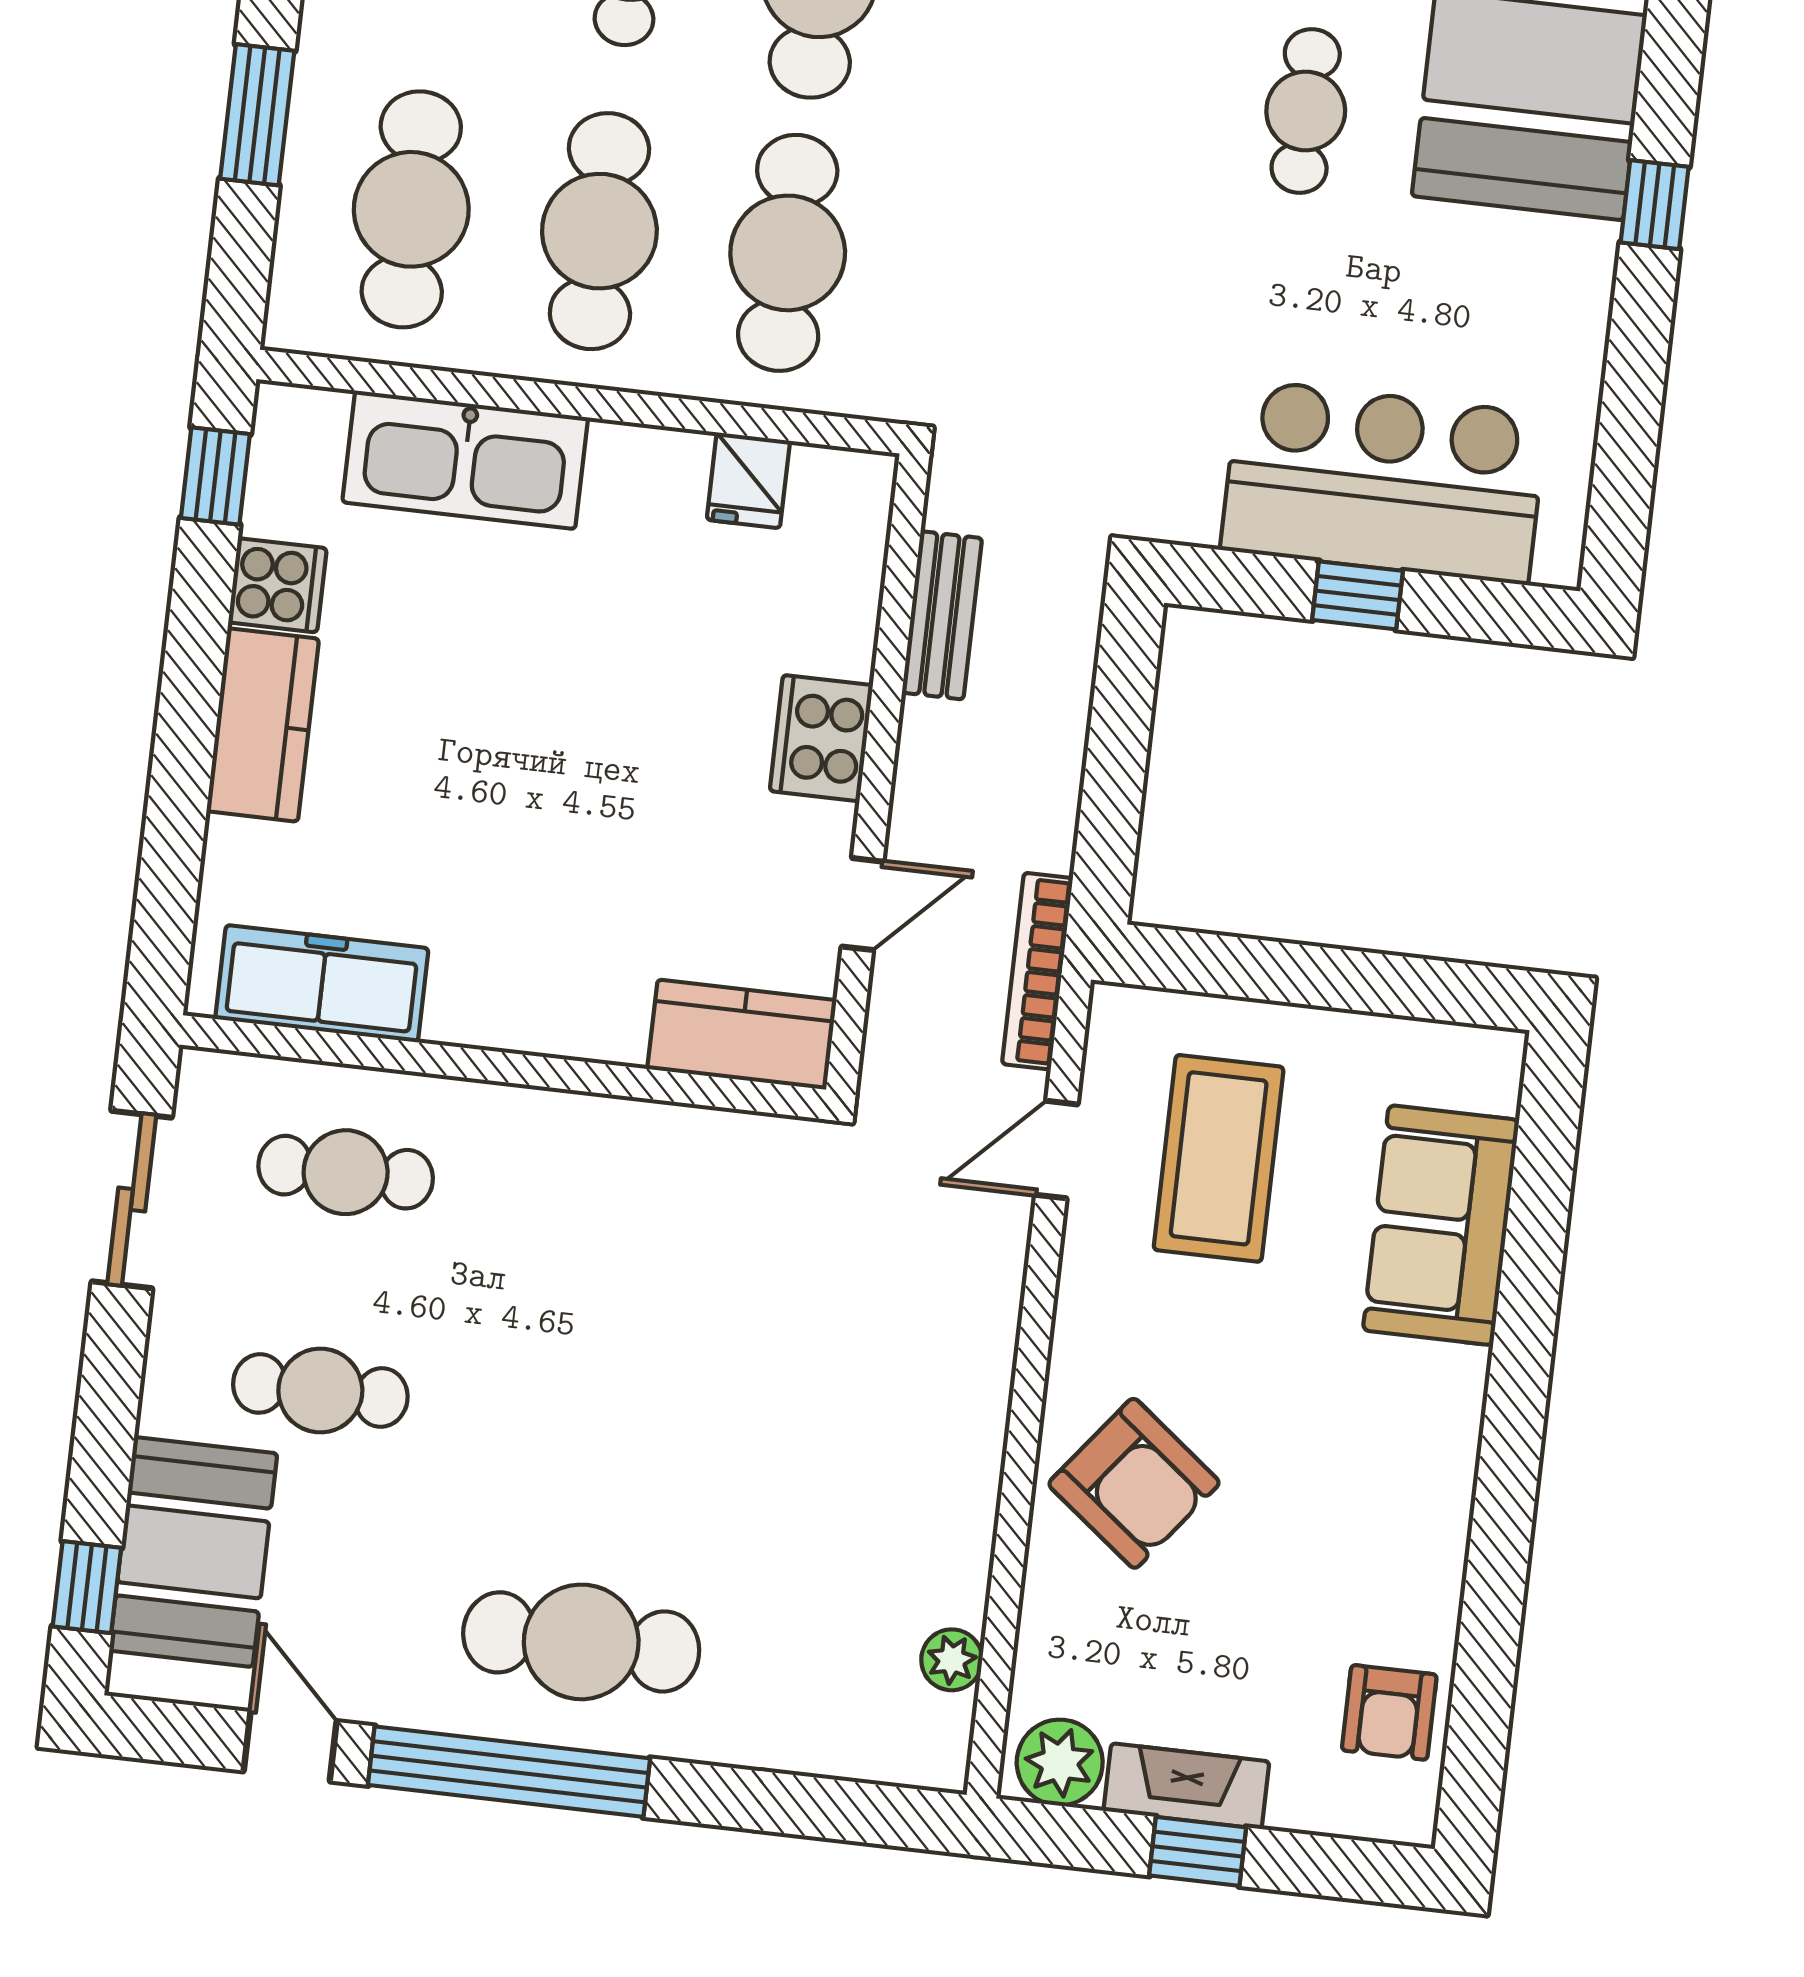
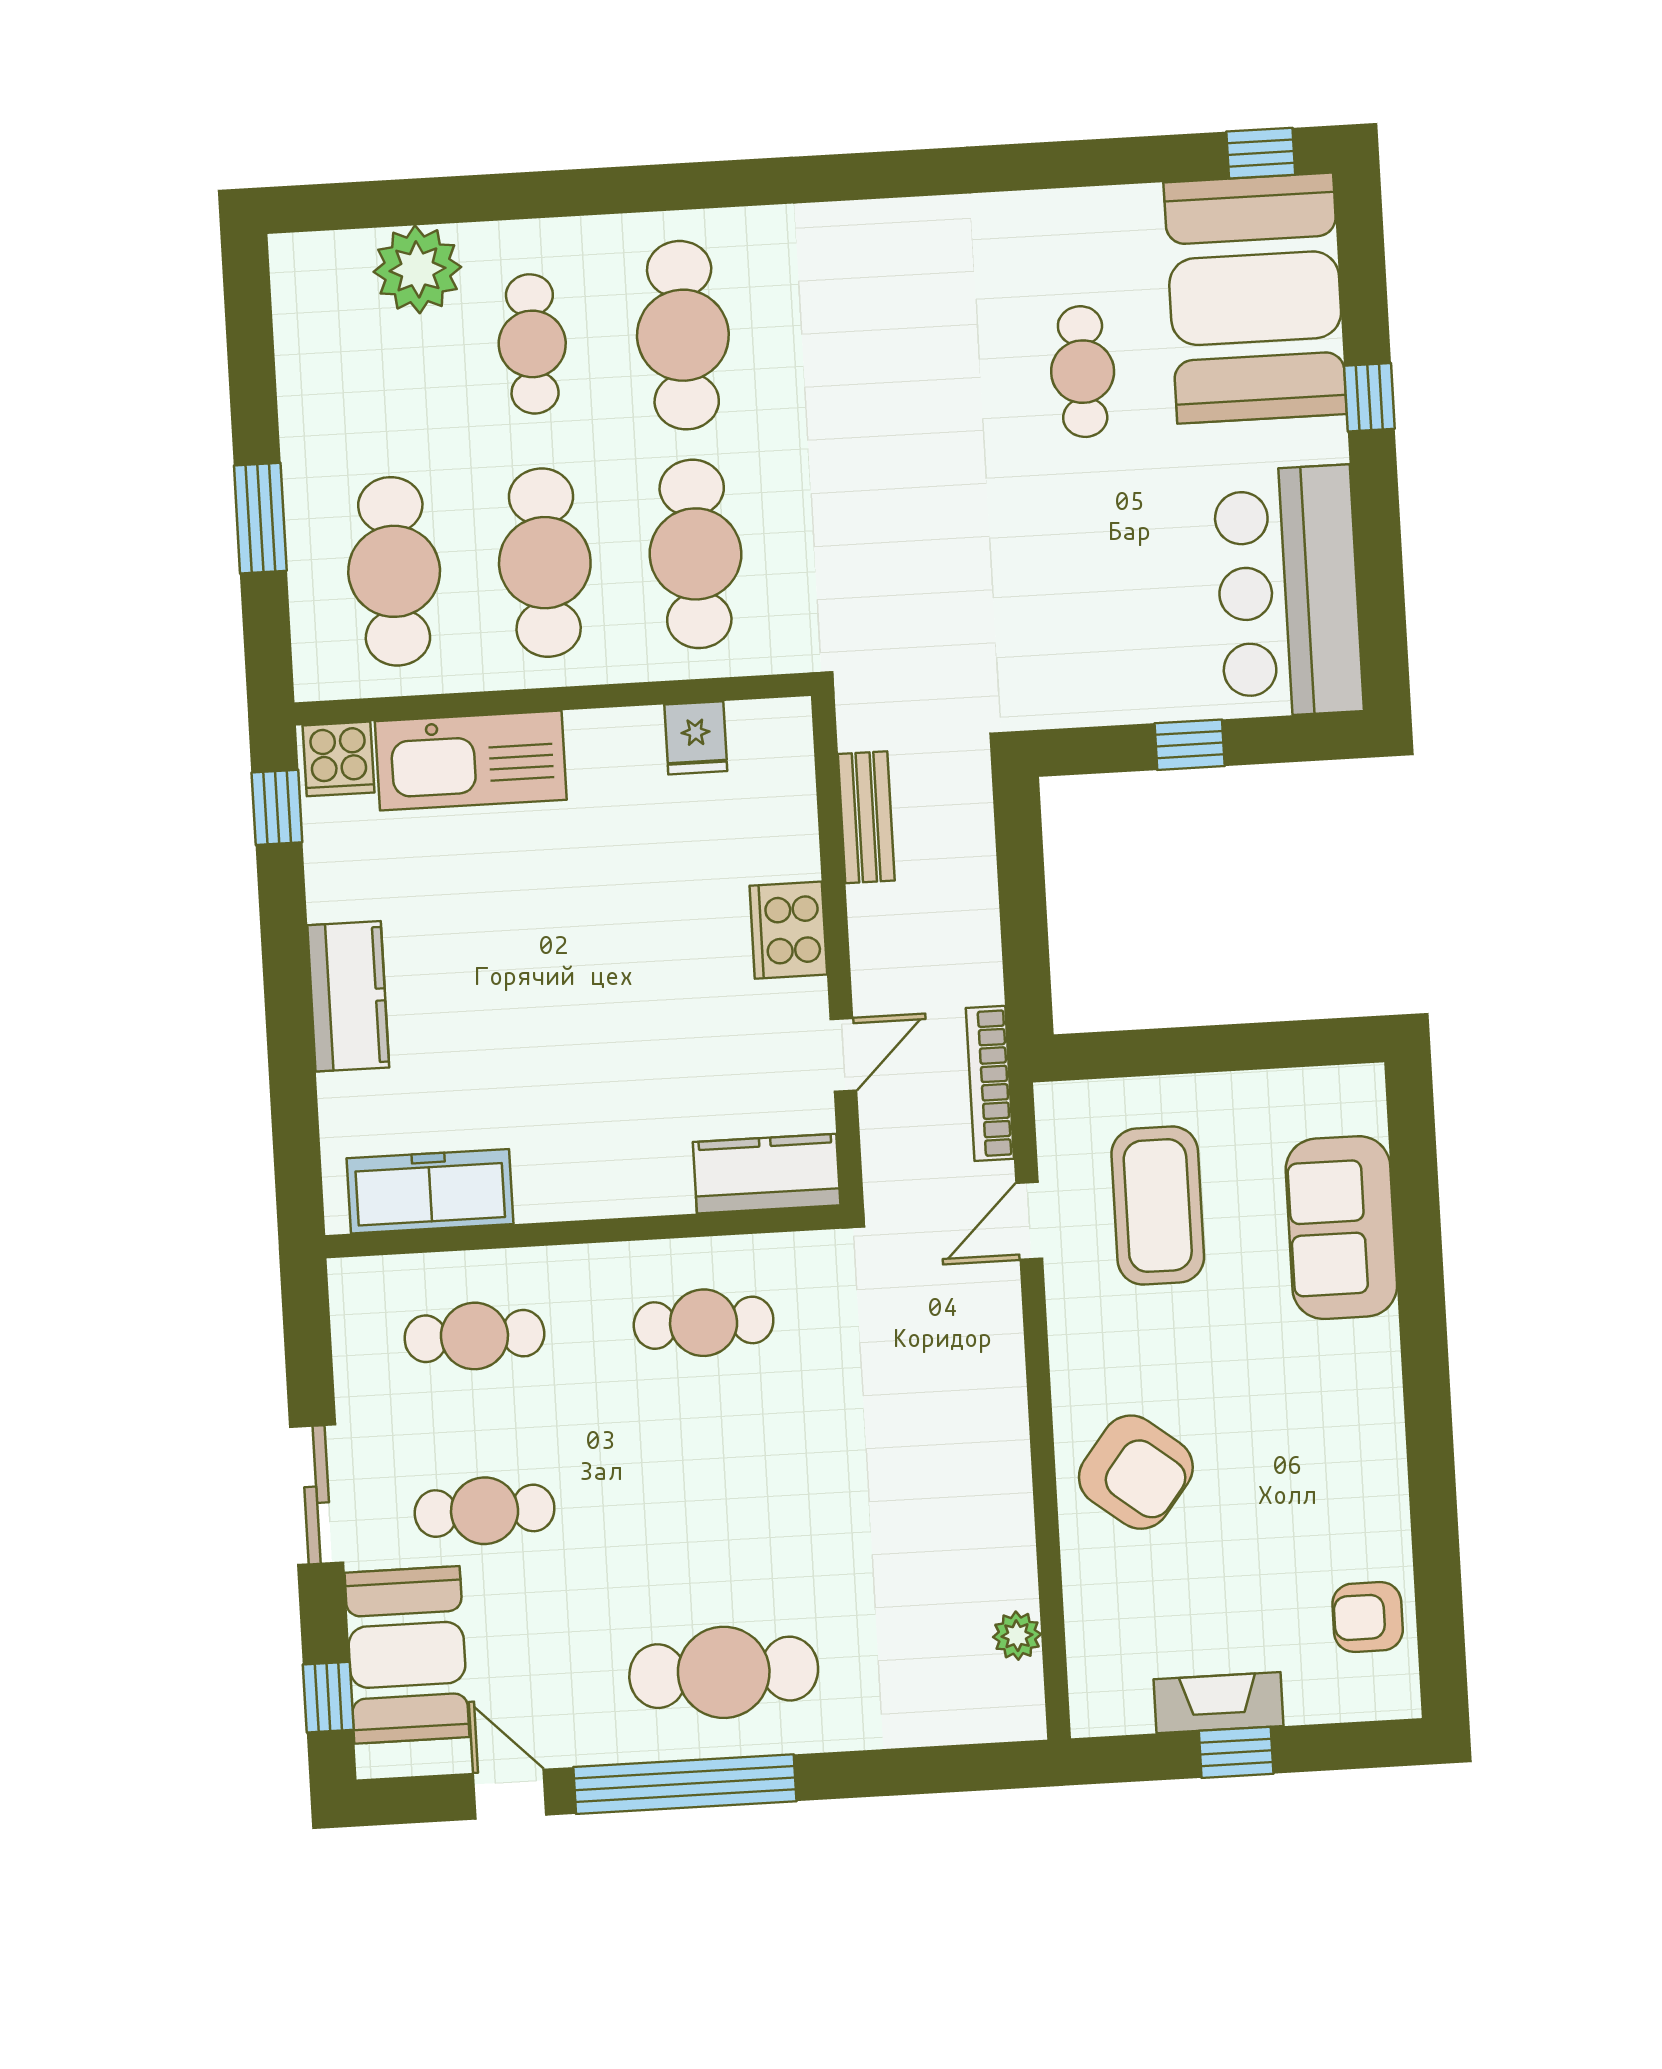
bar counter: (1384, 482) -> (1288, 592), moved, turned -90
cooker: (277, 585) -> (338, 759), moved, turned 90
sliding door: (132, 1200) -> (317, 1495), moved
cafe table: (632, 1205) -> (704, 1323), added
armchair: (1389, 1712) -> (1368, 1617), turned 90
plant: (1060, 1762) -> (1116, 1701), removed

